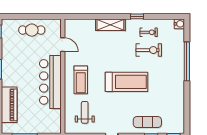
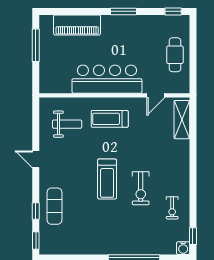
window: (137, 16) -> (193, 236), moved
shelving: (110, 25) -> (182, 120), moved
exercise bike: (149, 50) -> (141, 188), moved
treadmill: (127, 82) -> (107, 179), width x0.73, depth x0.73

